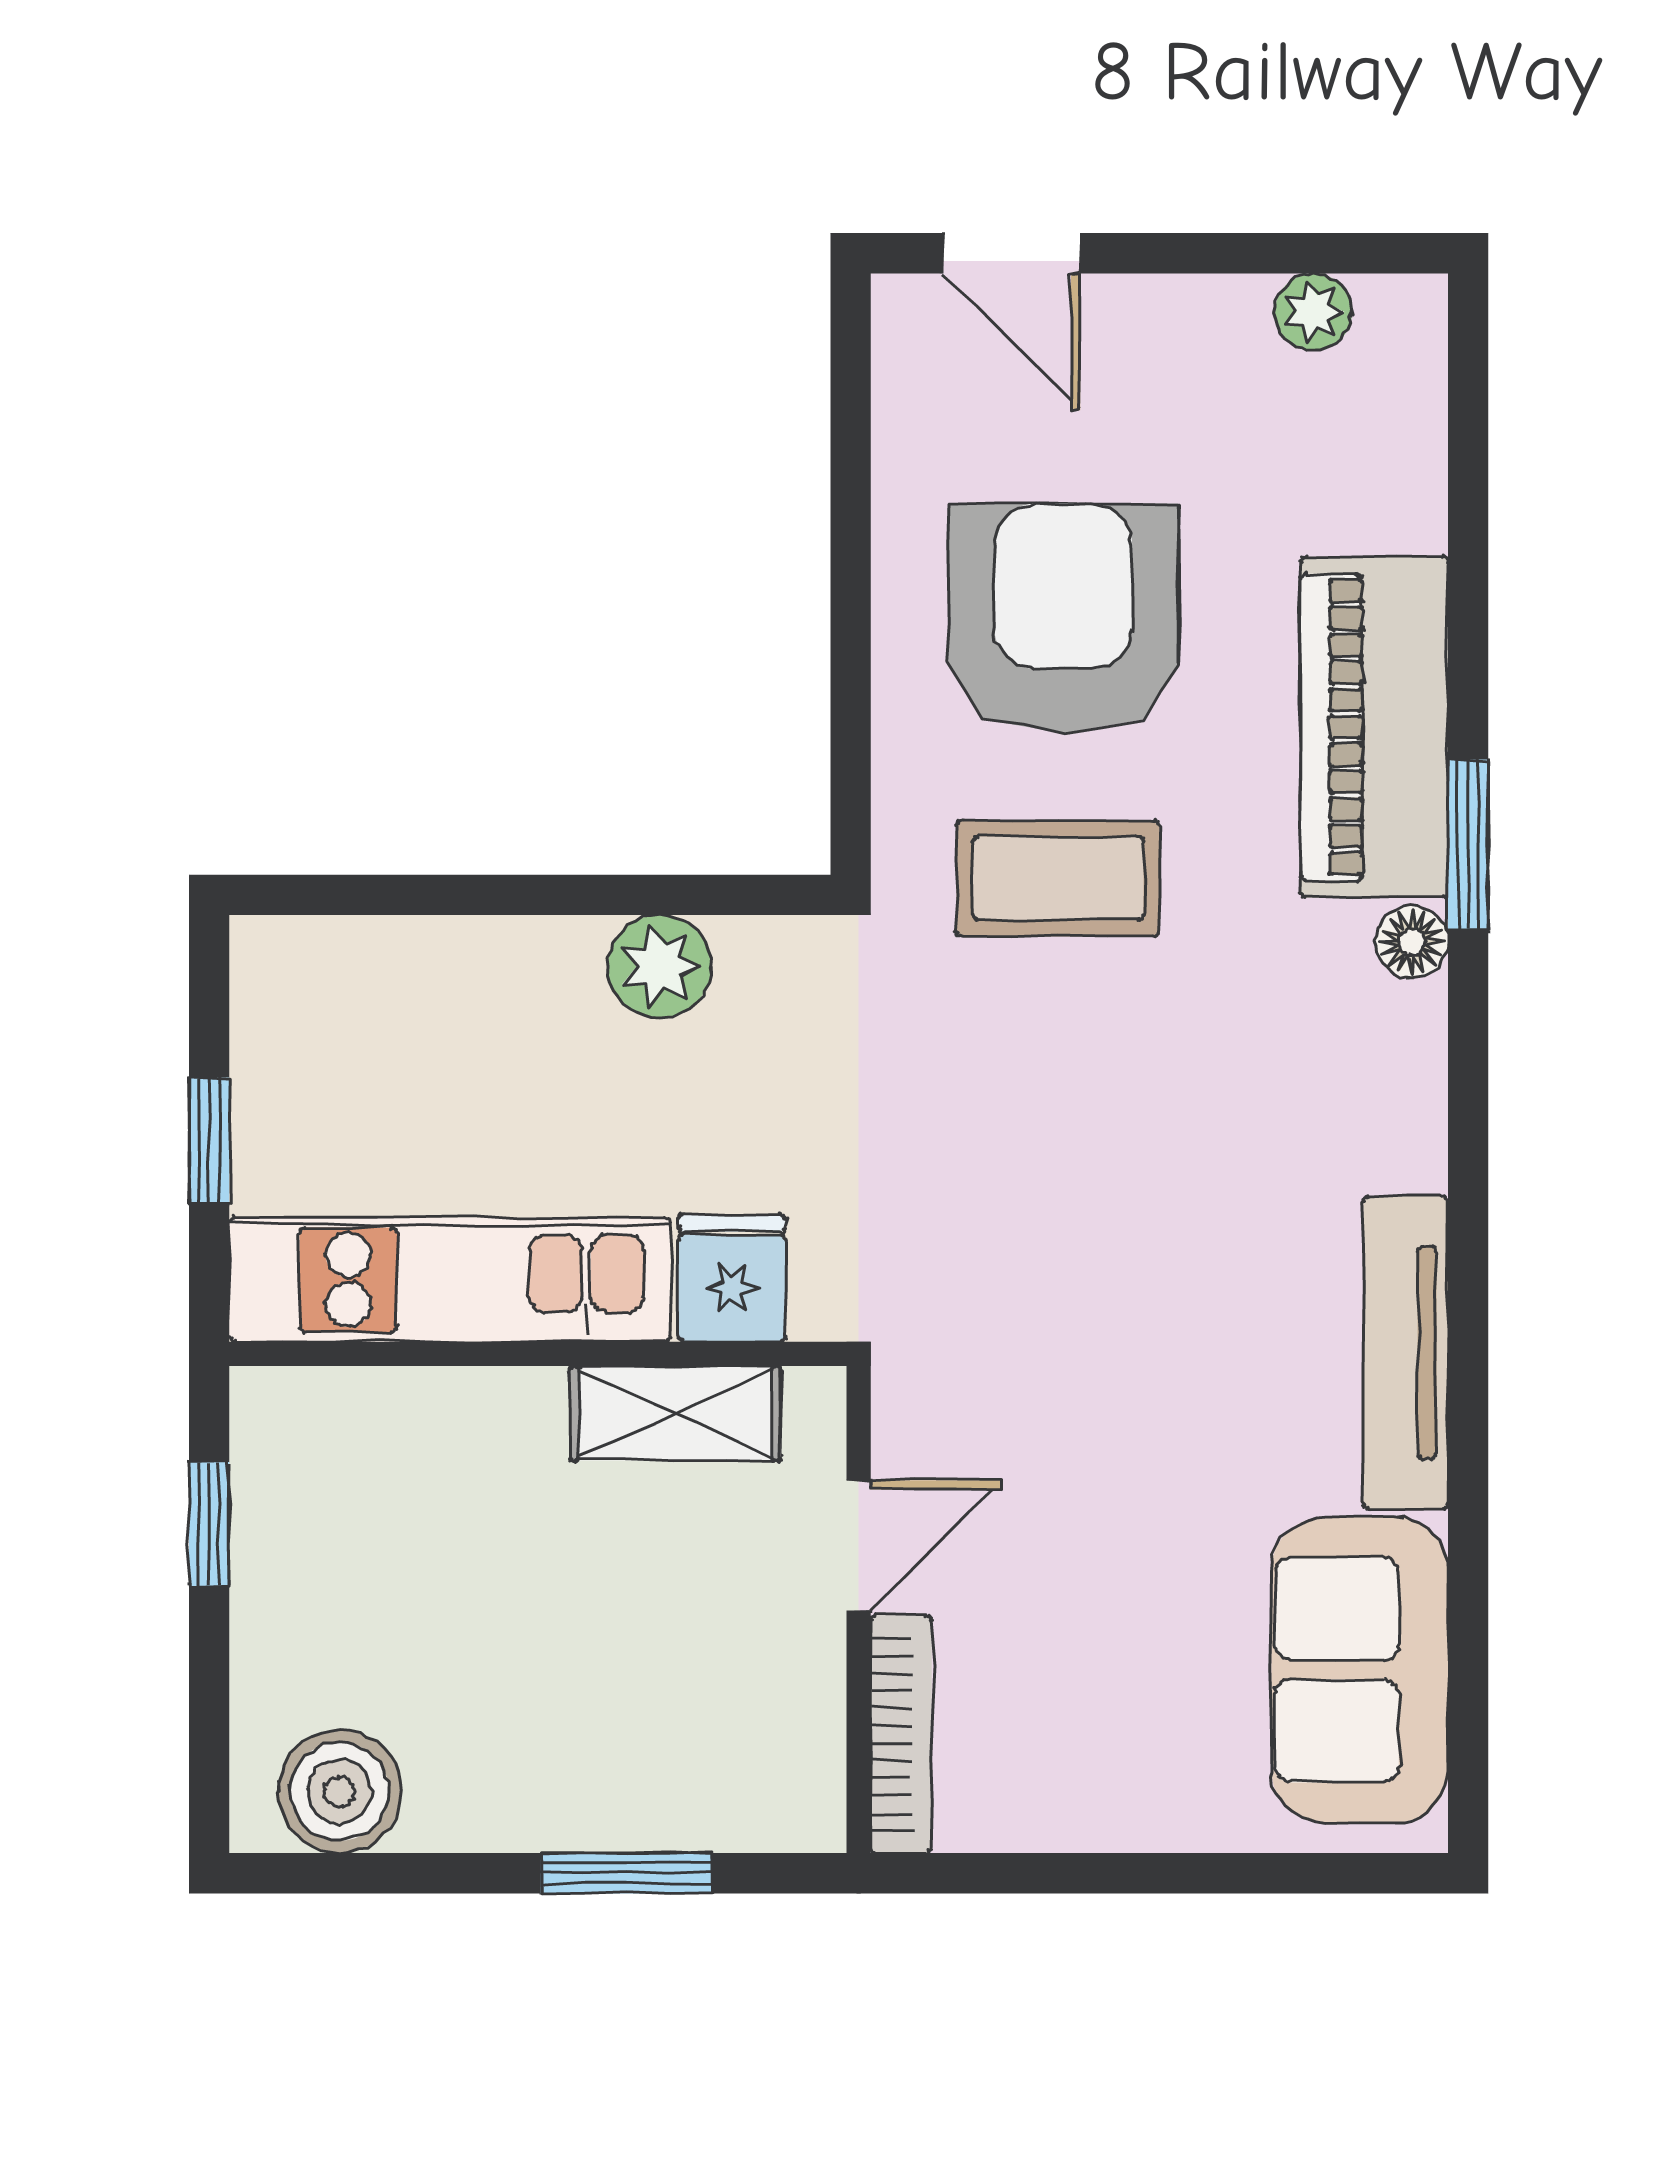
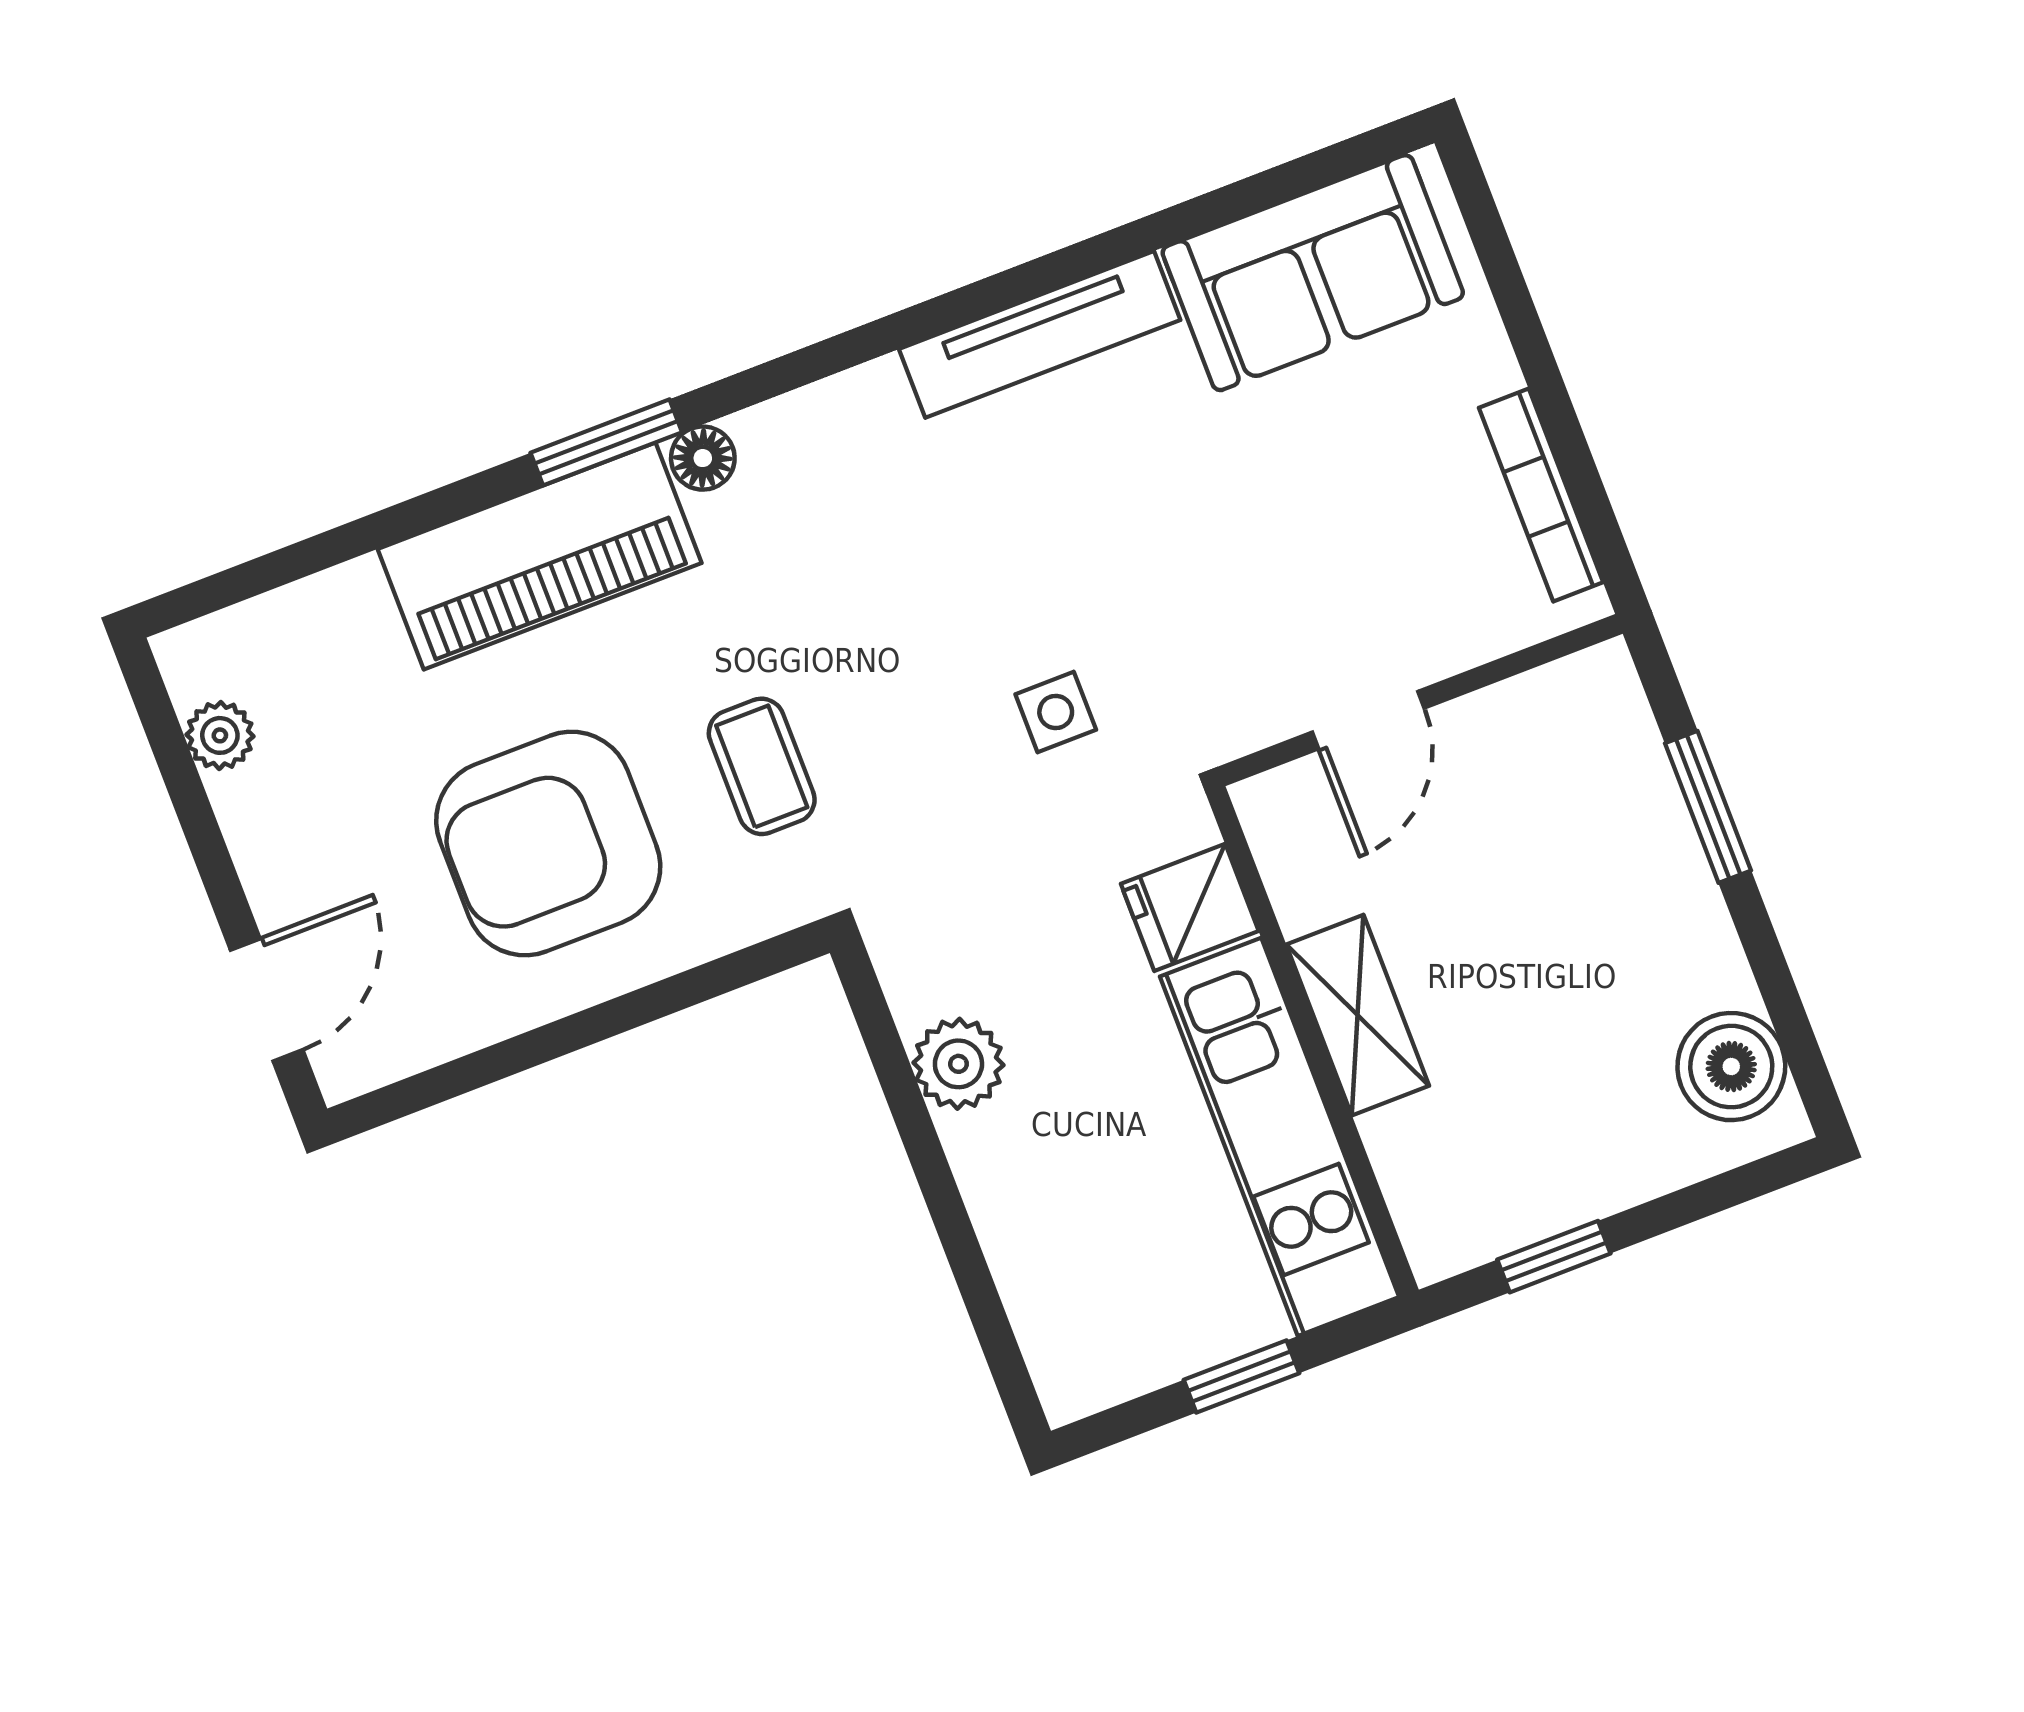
coffee table: (1058, 878) -> (762, 766), width x0.73, depth x0.77
side table: (996, 1215) -> (1056, 712), added
shelving: (675, 1413) -> (1358, 1015), moved
door: (859, 1546) -> (1368, 720), swing flipped
bookcase: (901, 1734) -> (1541, 495), moved, turned -90

